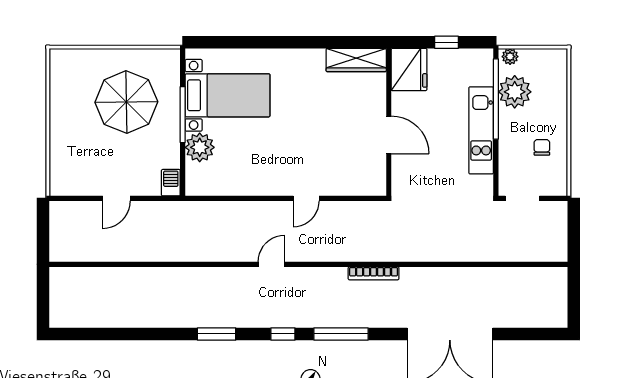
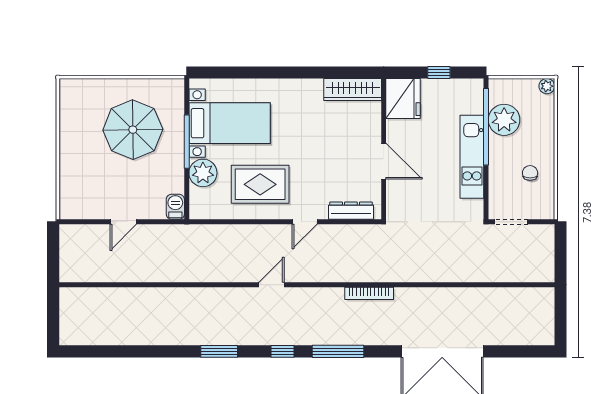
plant: (510, 57) -> (547, 86), moved
rug: (260, 159) -> (260, 184), added
dresser: (355, 187) -> (351, 211), added

